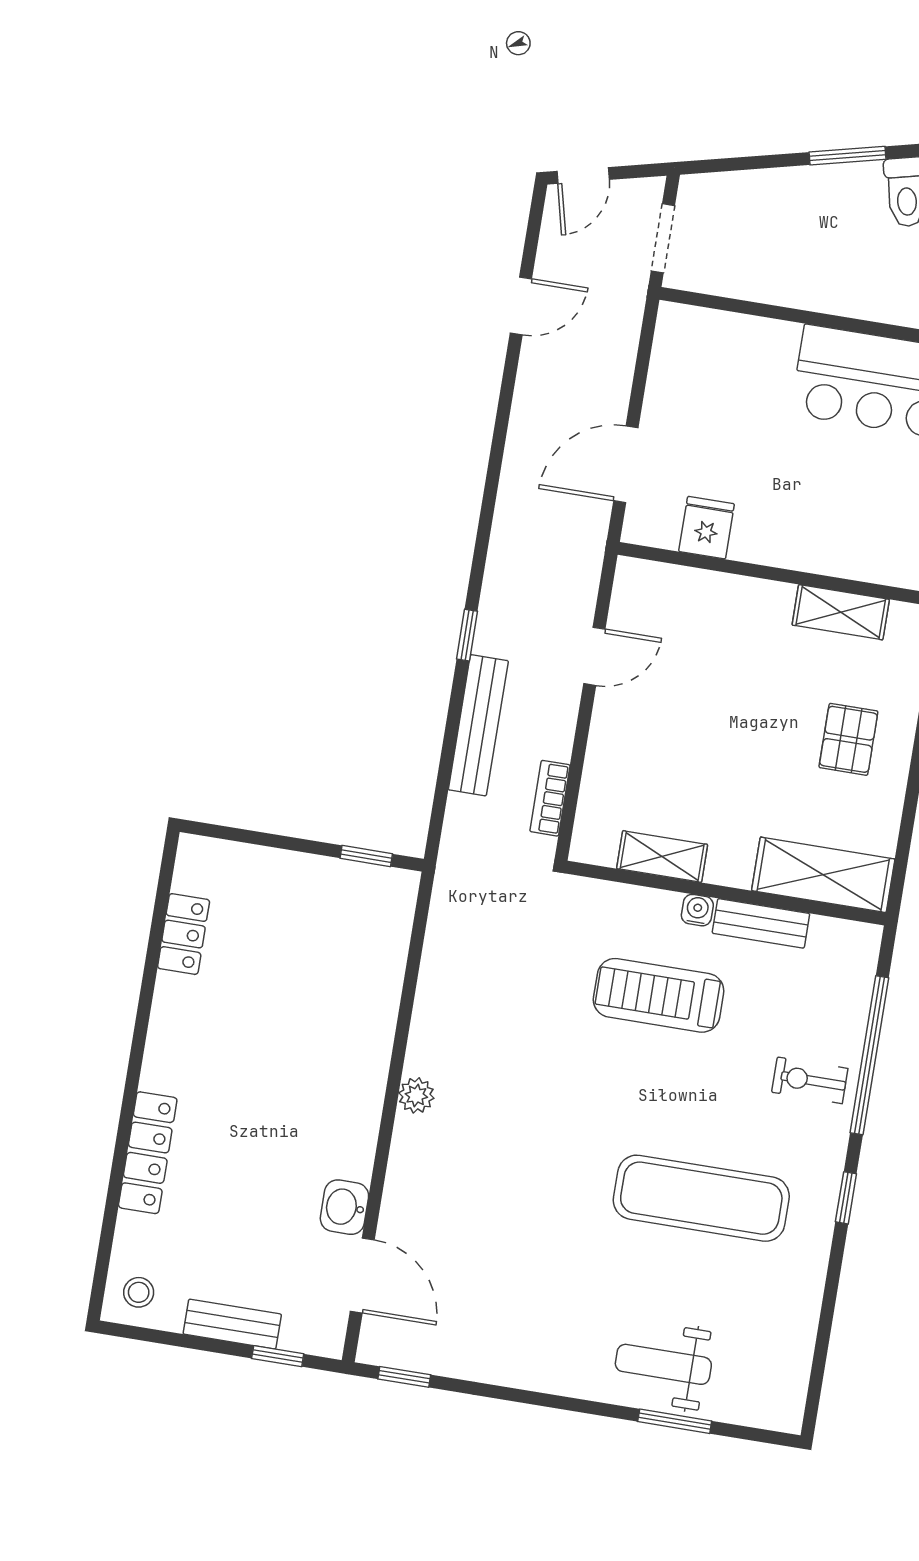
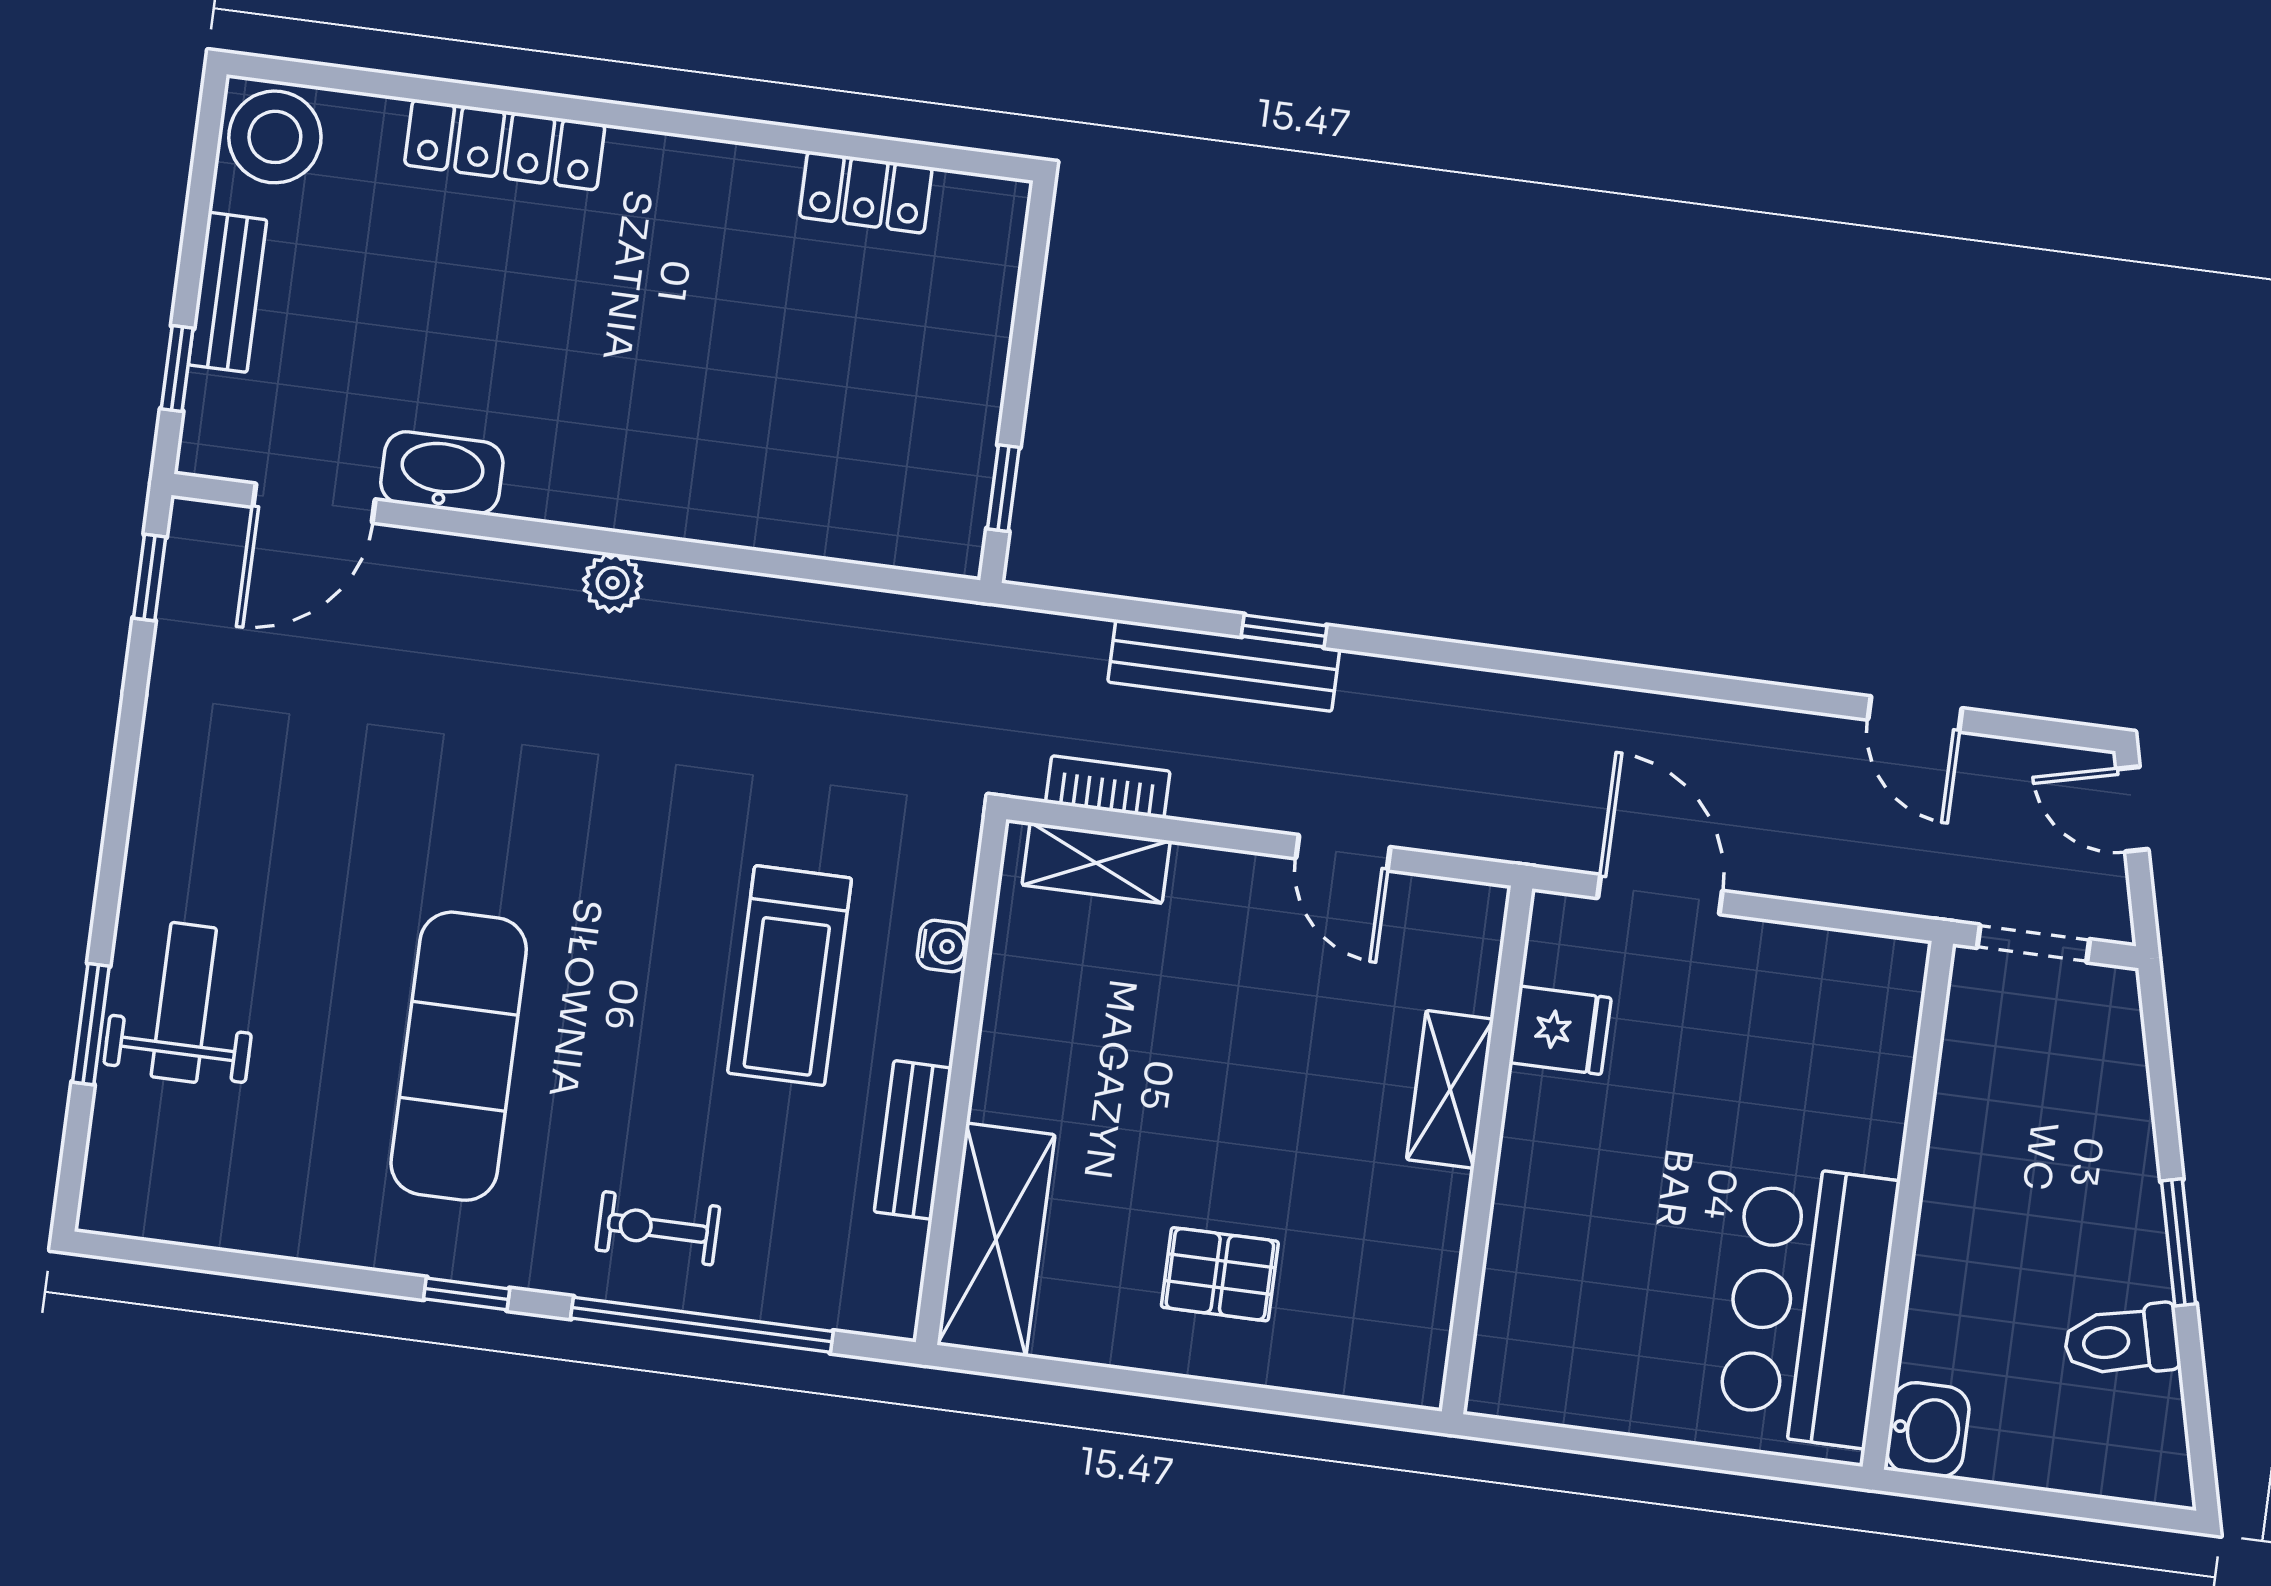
shelving: (841, 612) -> (1450, 1089), moved
window: (467, 635) -> (1284, 631), moved
shelving: (662, 857) -> (1096, 863), moved, turned 90
water cooler: (697, 910) -> (943, 946), moved
treadmill: (659, 995) -> (790, 976), turned 180
exercise bike: (810, 1080) -> (658, 1228), turned -90
washbasin: (344, 1207) -> (442, 473), width x1.38
stool: (139, 1292) -> (275, 137), width x1.89, depth x1.89

